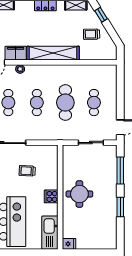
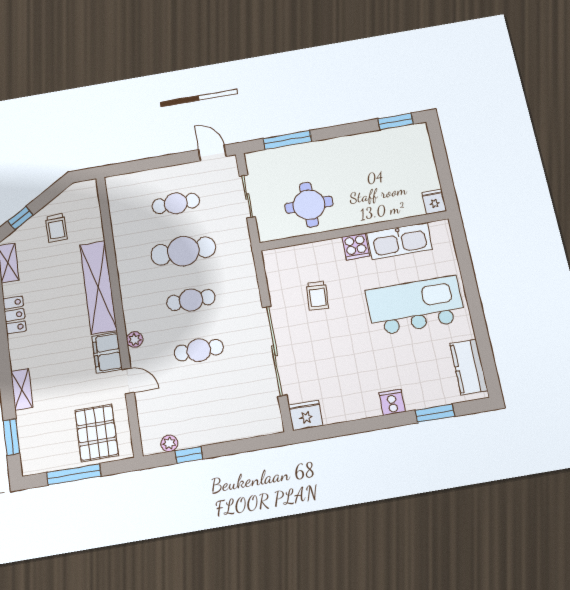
round table: (79, 194) -> (309, 205), moved
window: (120, 207) -> (396, 121), moved
kitchen sink: (50, 233) -> (400, 241), moved

